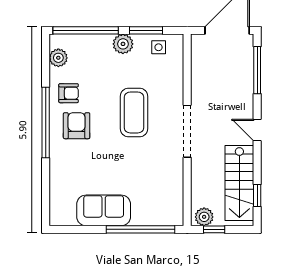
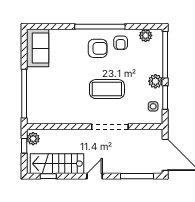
doorway: (187, 131) -> (110, 127), moved
sofa: (104, 210) -> (38, 48), moved

